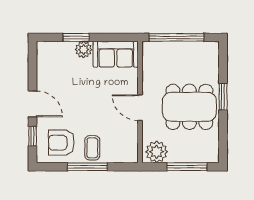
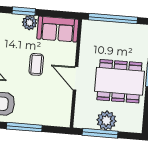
coffee table: (92, 148) -> (36, 64), moved
plant: (157, 152) -> (106, 120), moved
window: (187, 167) -> (100, 133), moved

